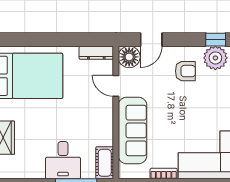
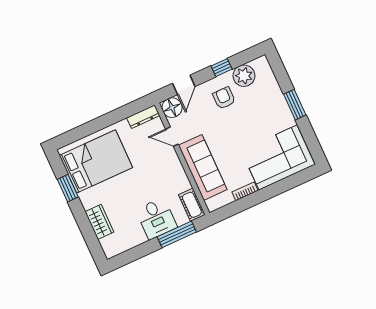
window: (216, 40) -> (222, 68), moved
armchair: (185, 71) -> (224, 98), turned -90

